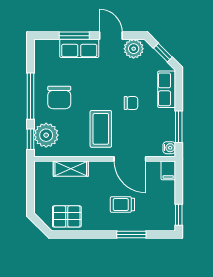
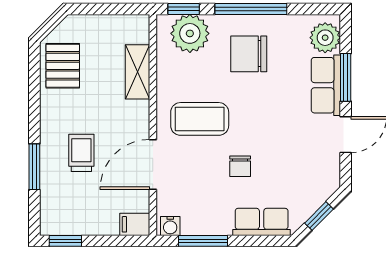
plant: (134, 49) -> (325, 38), moved

